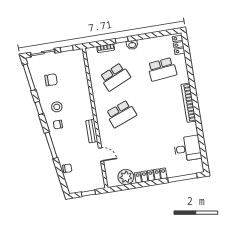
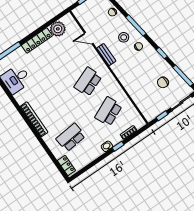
stool: (57, 107) -> (124, 37), moved

